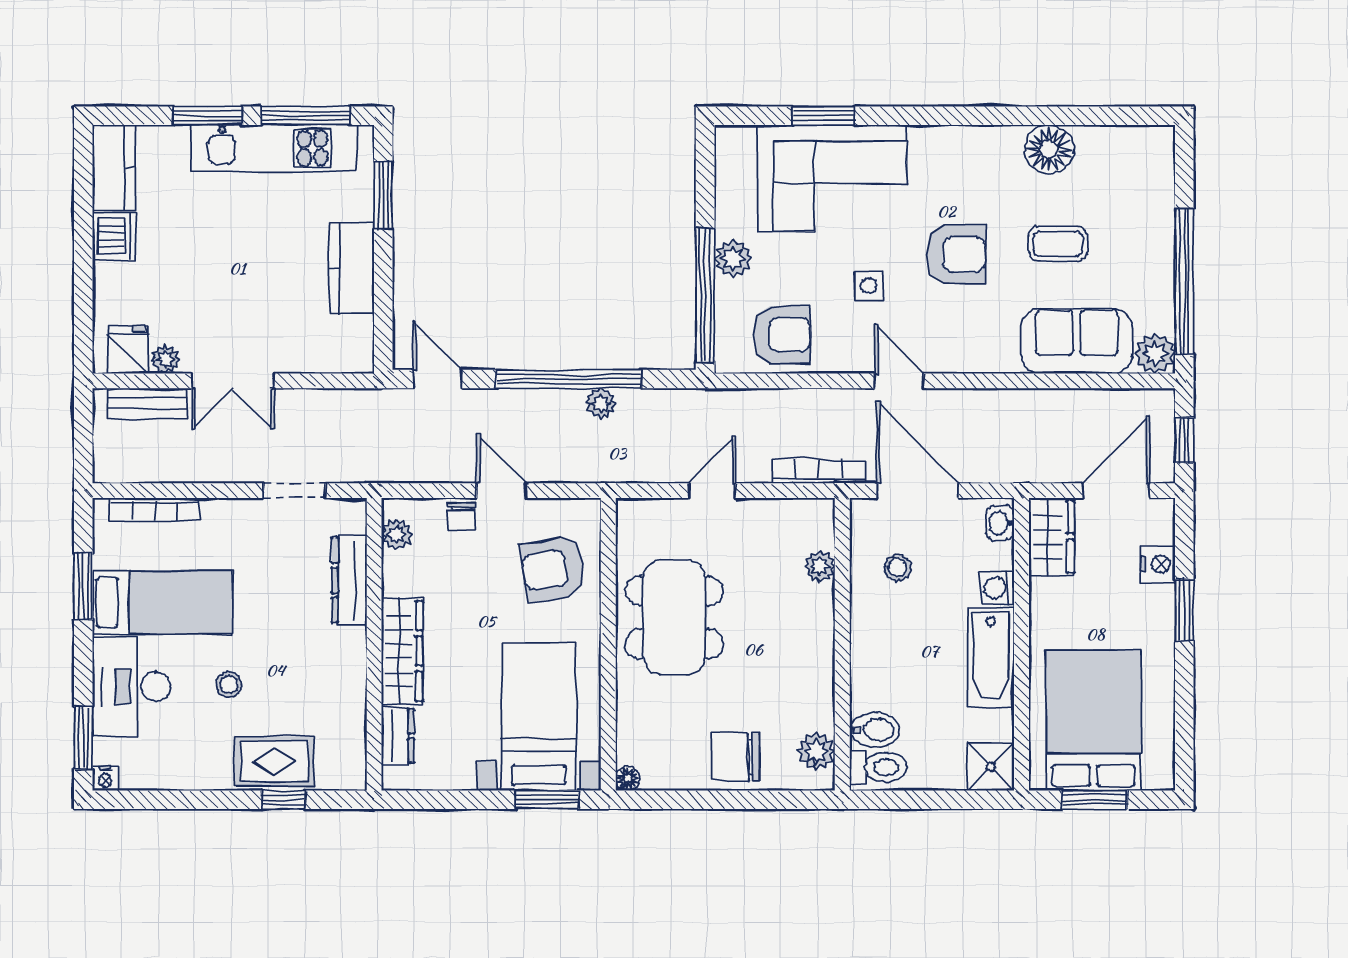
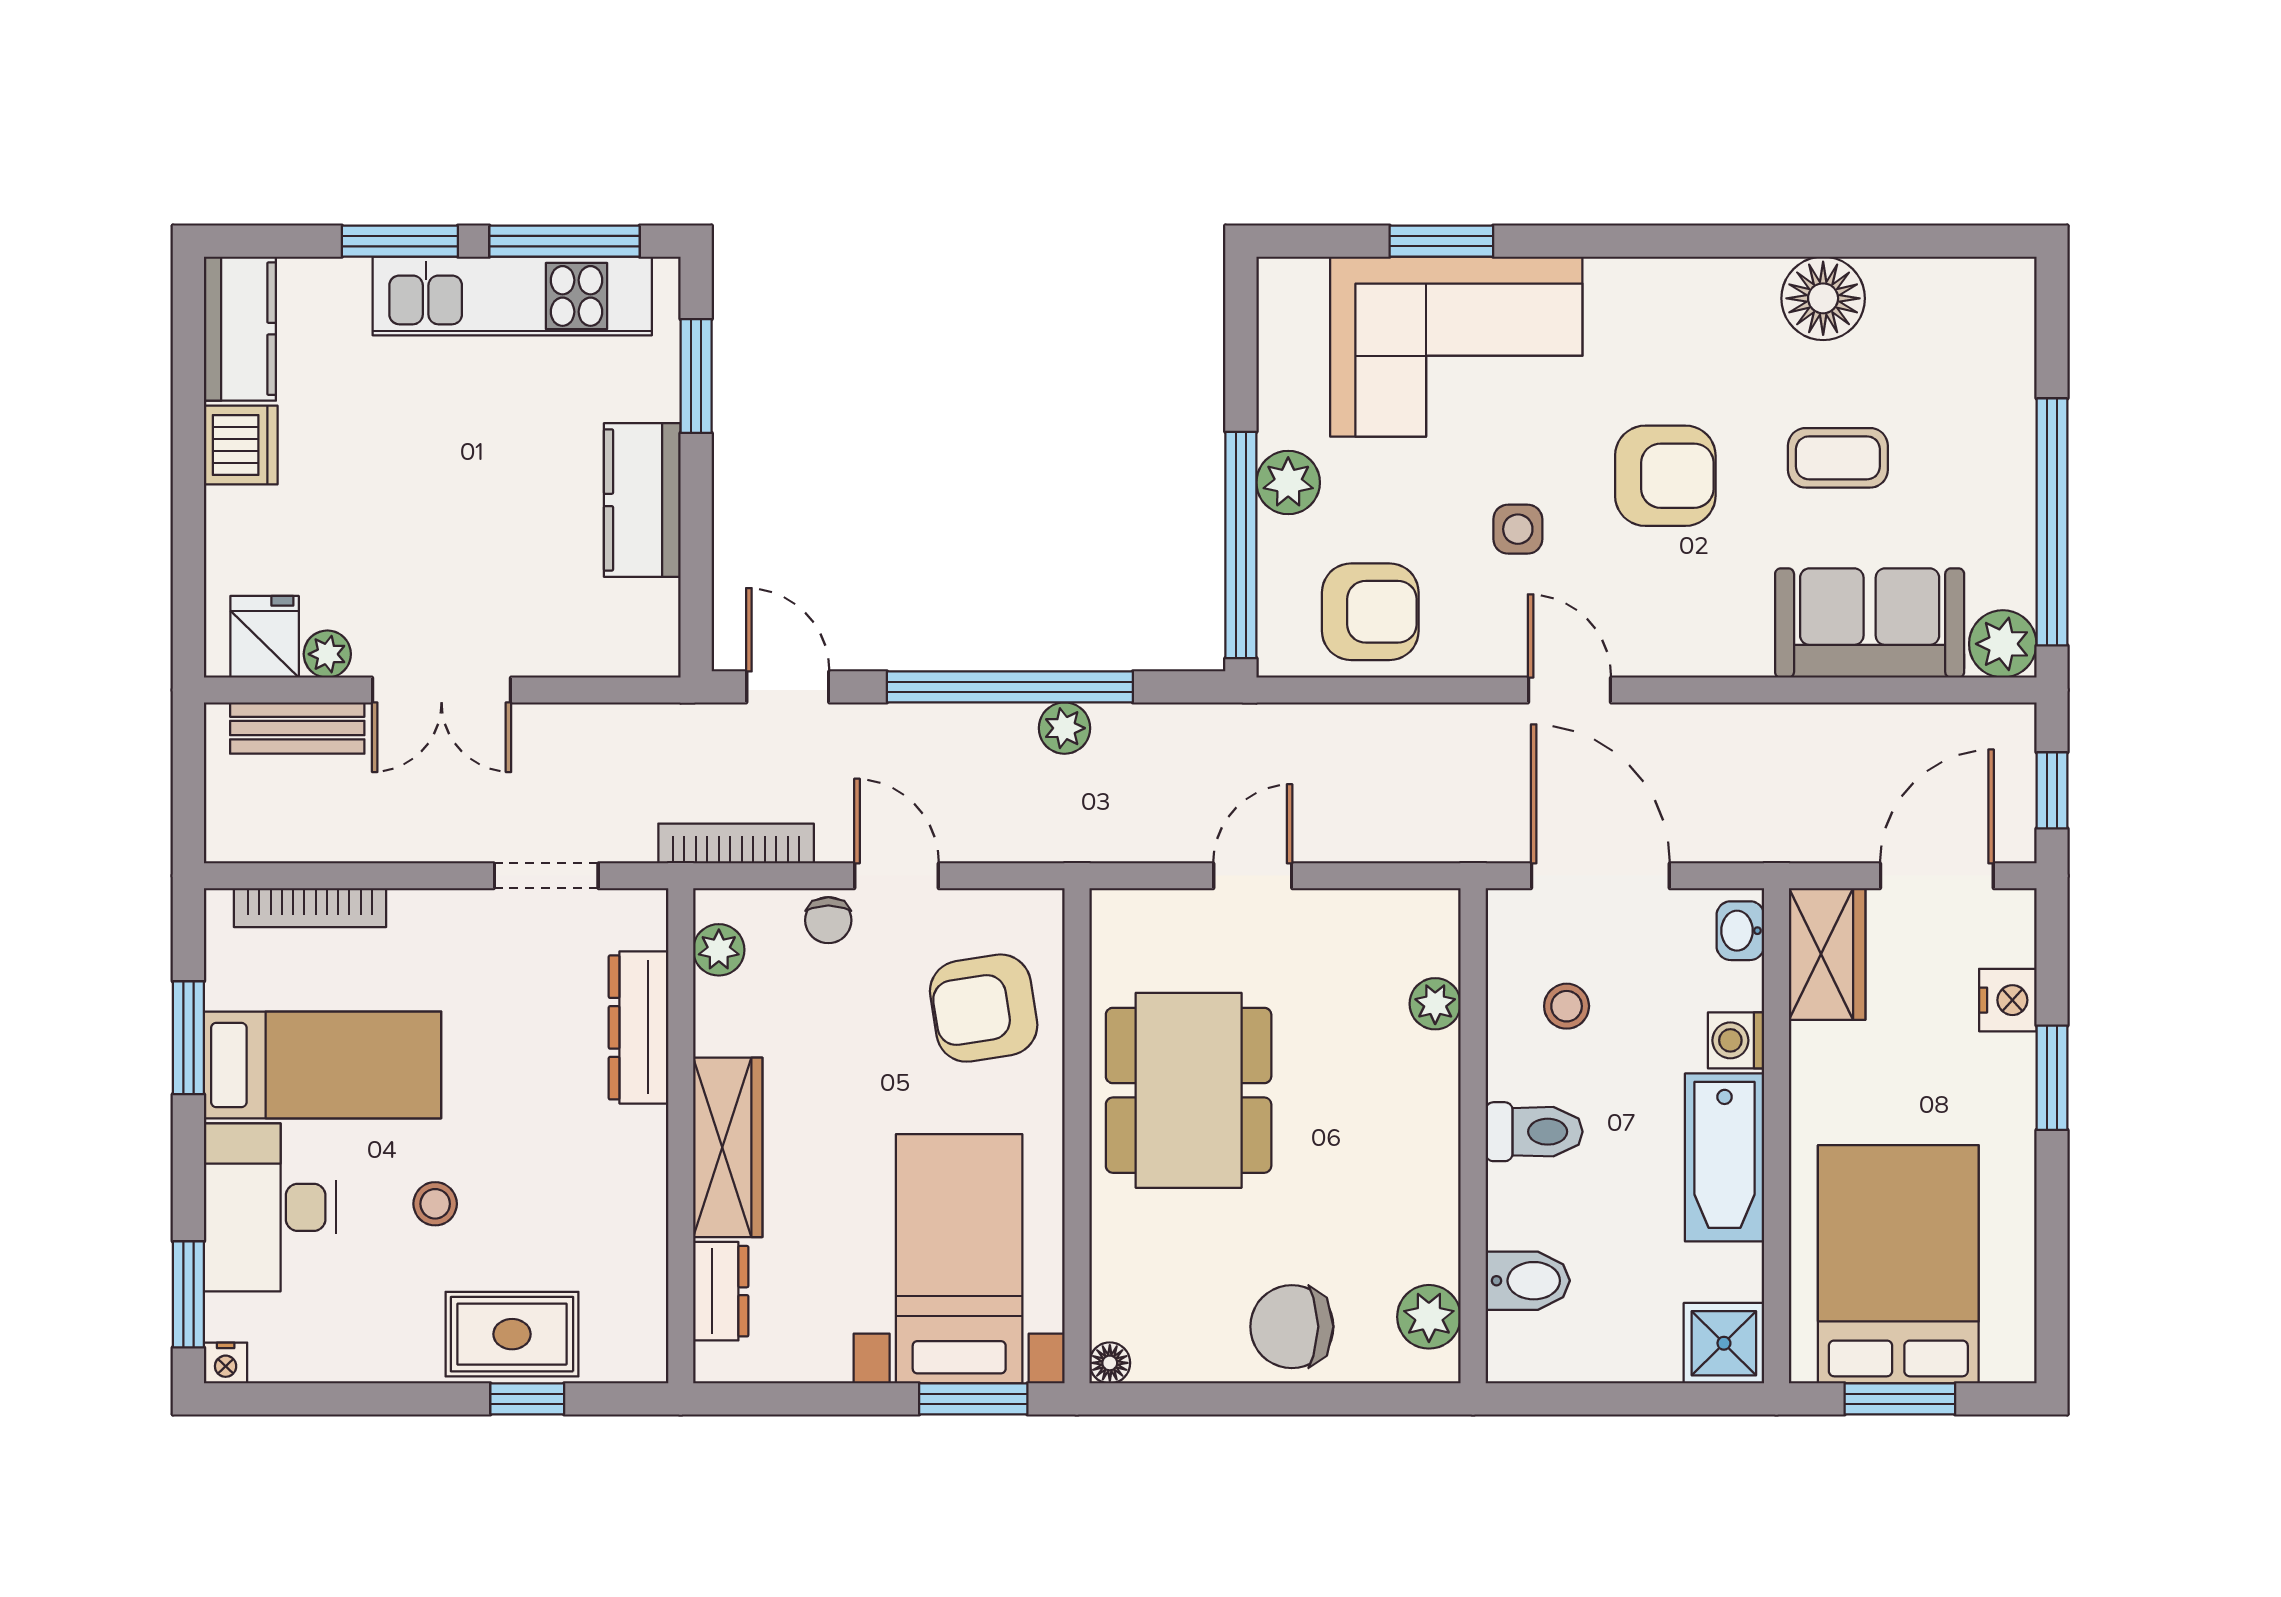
bookcase: (819, 472) -> (736, 843), moved
toilet: (878, 767) -> (1534, 1132), moved

